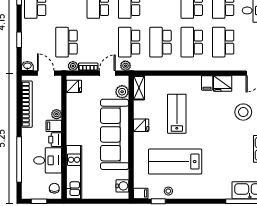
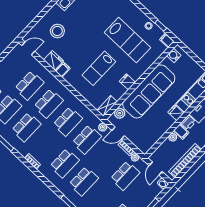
fridge: (74, 86) -> (176, 113), moved

